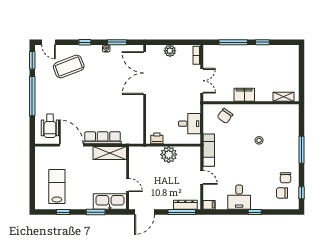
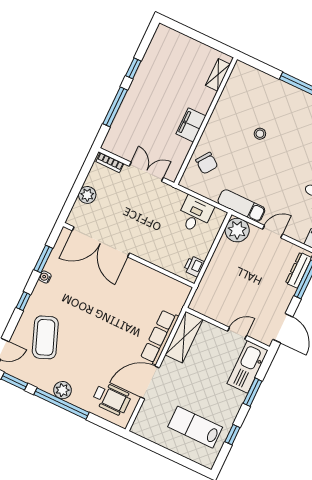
plant: (41, 93) -> (62, 390), added
plant: (169, 155) -> (237, 230), moved

